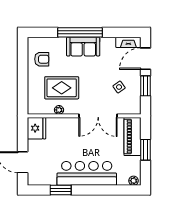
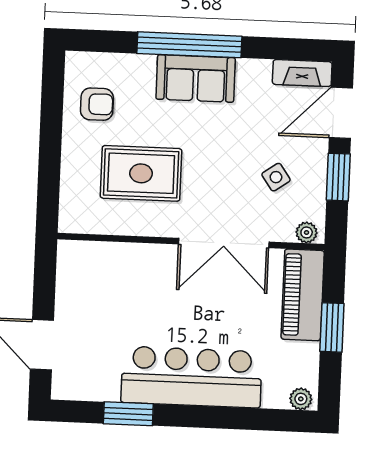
plant: (59, 110) -> (307, 232), moved
fridge: (37, 128) -> (78, 266), removed

